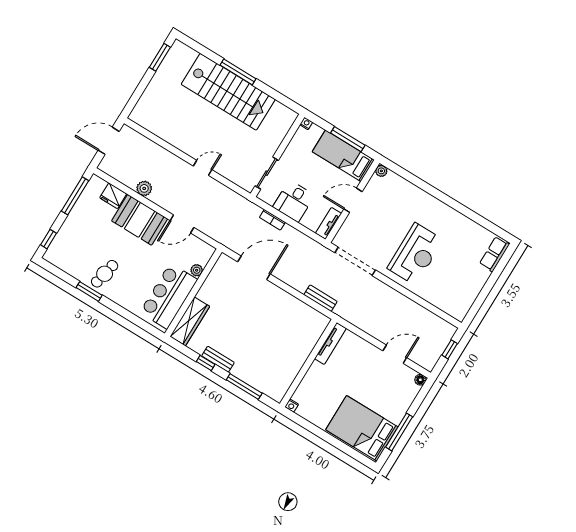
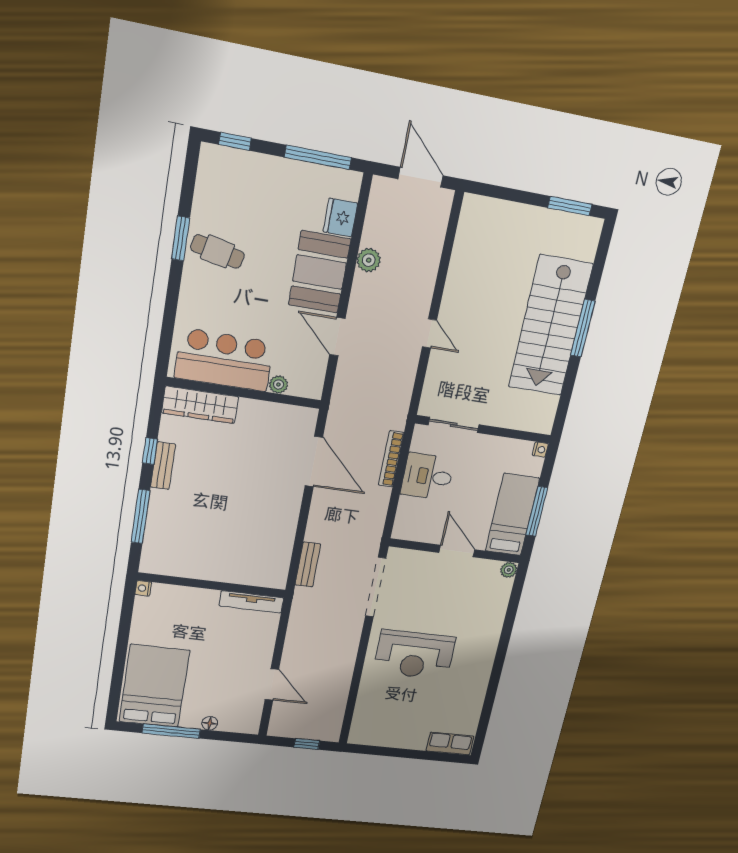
bookcase: (272, 220) -> (391, 459), width x1.56
tv unit: (328, 223) -> (414, 533), removed
floor lamp: (420, 380) -> (210, 723), moved

